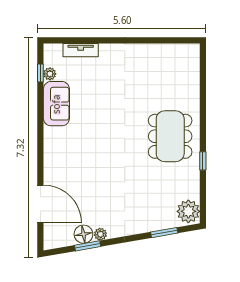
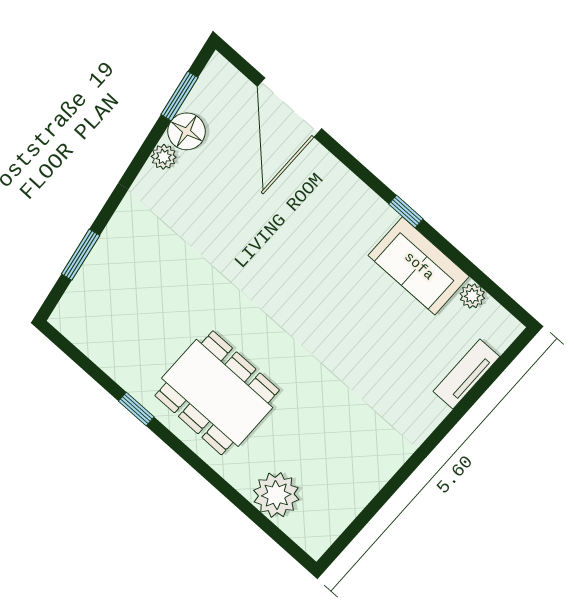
window: (40, 73) -> (406, 211), moved
door: (40, 204) -> (290, 107), hinge flipped
plant: (188, 211) -> (276, 495), moved
window: (88, 246) -> (179, 96), moved

